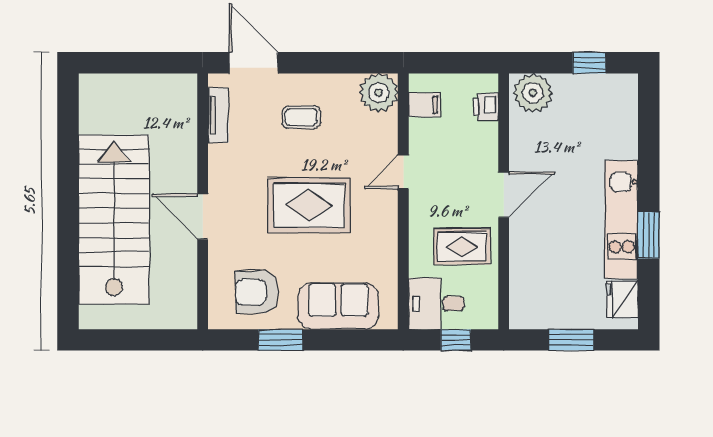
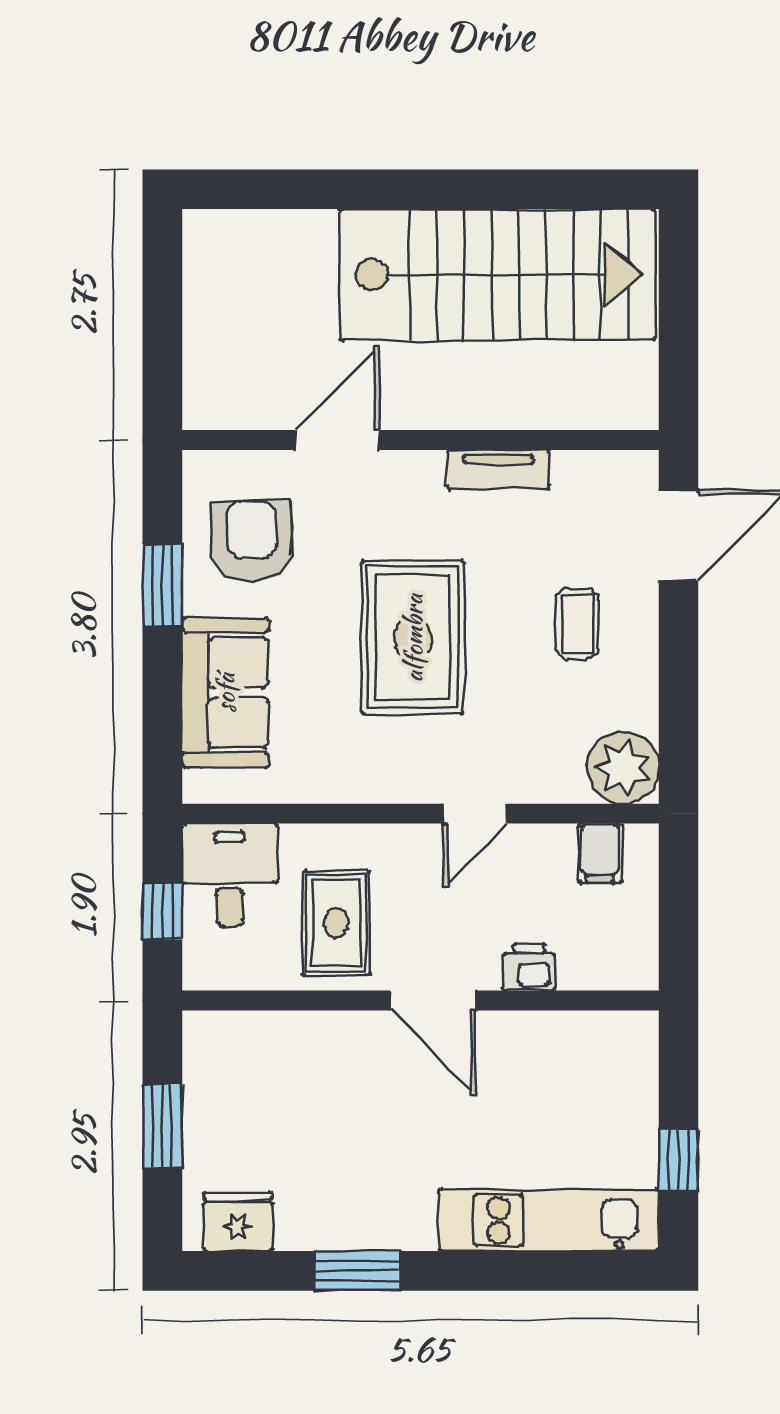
plant: (533, 93) -> (622, 1055), removed
printer: (486, 107) -> (529, 967), moved
tv unit: (218, 115) -> (499, 469), moved
door: (403, 172) -> (475, 814), swing flipped
door: (203, 217) -> (337, 440), moved
stairs: (114, 219) -> (498, 275), moved
kitchen unit: (622, 220) -> (549, 1220), moved

